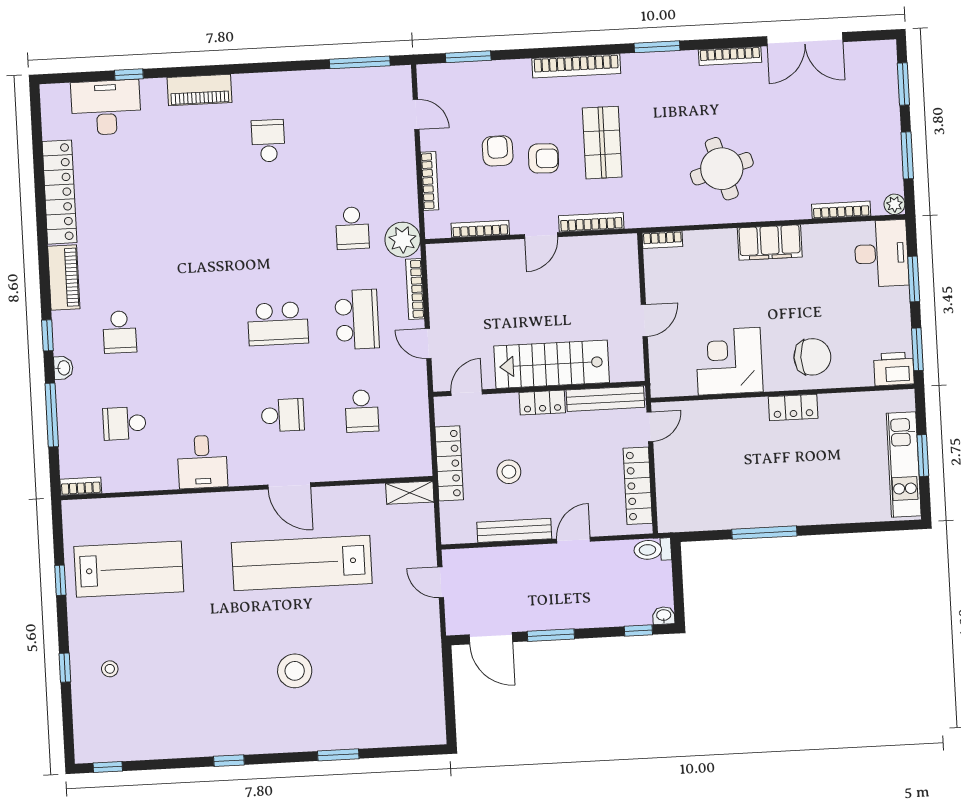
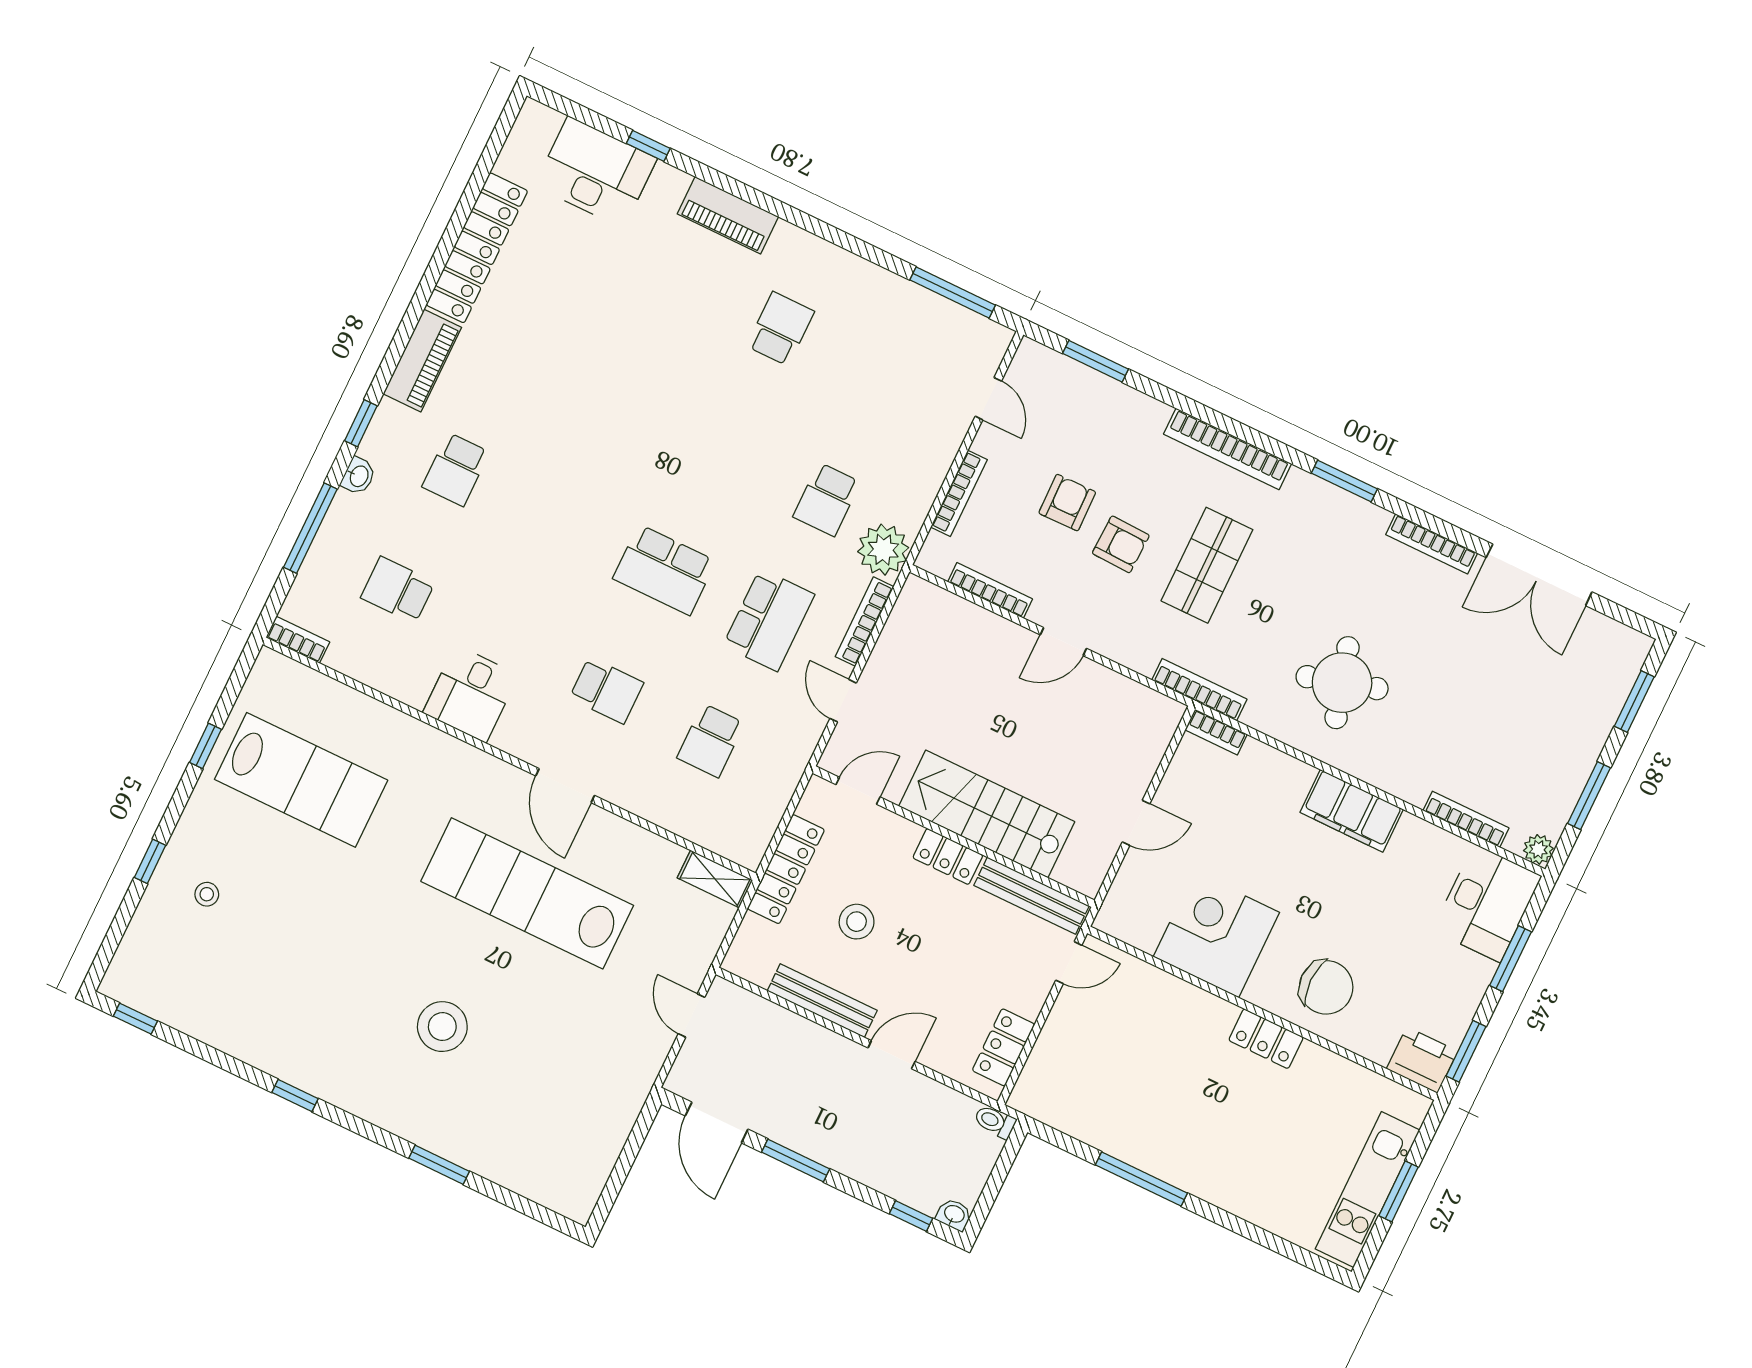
bookcase: (591, 222) -> (1199, 690), moved
locker: (638, 486) -> (1004, 1047), width x0.66
toilet: (653, 550) -> (995, 1122), width x0.73, depth x0.72

